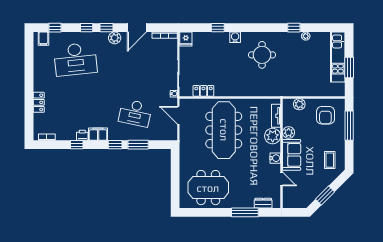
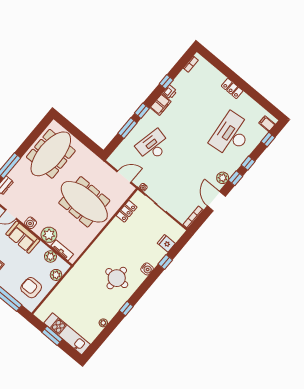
window: (294, 28) -> (126, 308), moved
fridge: (186, 39) -> (166, 243), moved
locker: (39, 102) -> (232, 88), moved
plant: (289, 133) -> (50, 256), moved
meeting table: (208, 188) -> (51, 154), width x1.36

